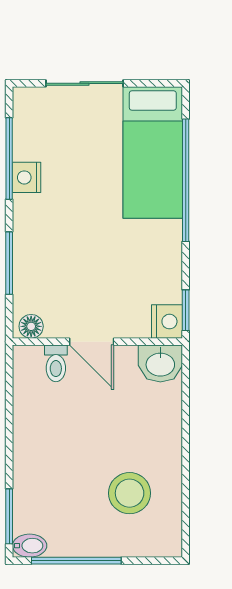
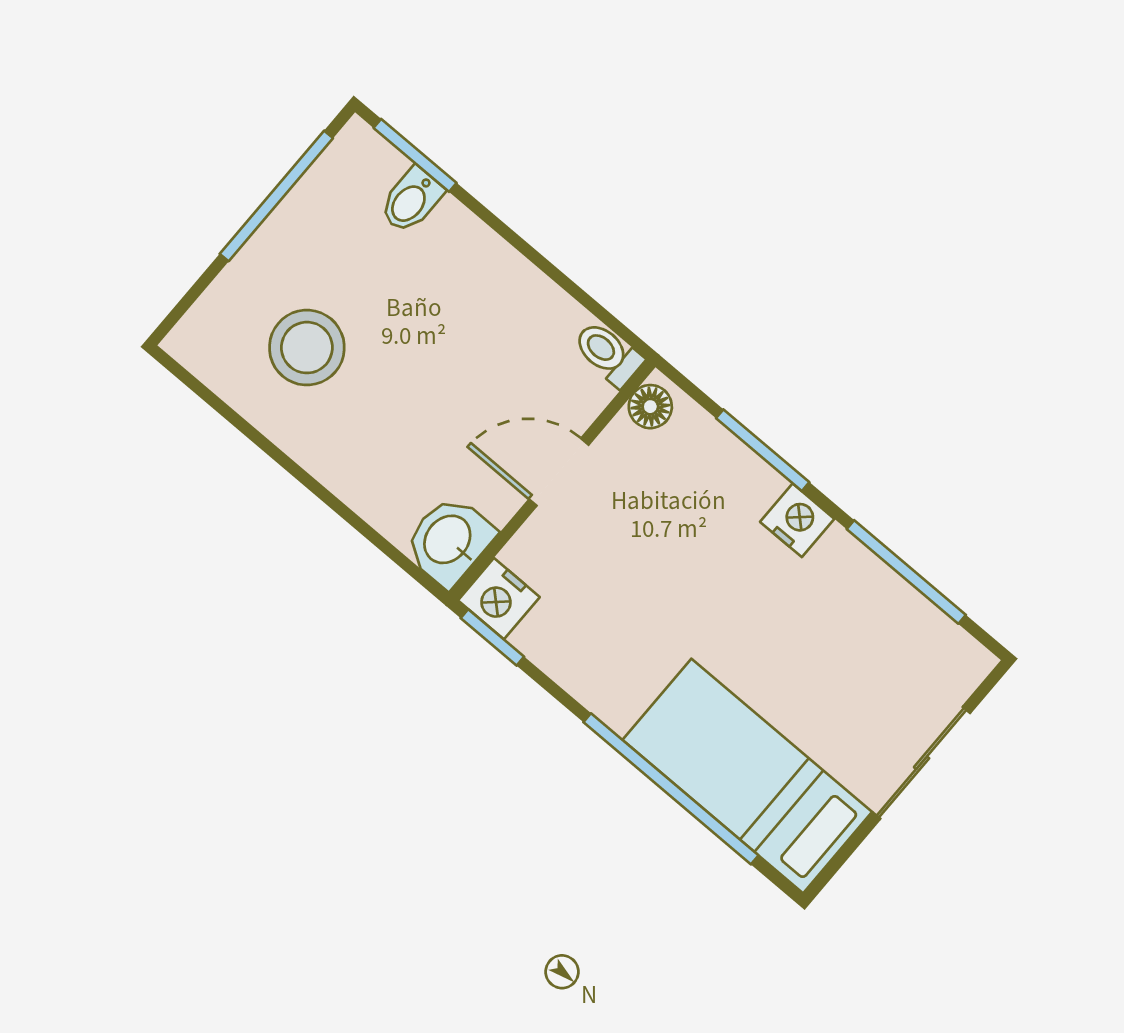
nightstand: (26, 177) -> (797, 520), moved
toilet: (56, 363) -> (608, 354), moved
bidet: (30, 546) -> (411, 200), moved

